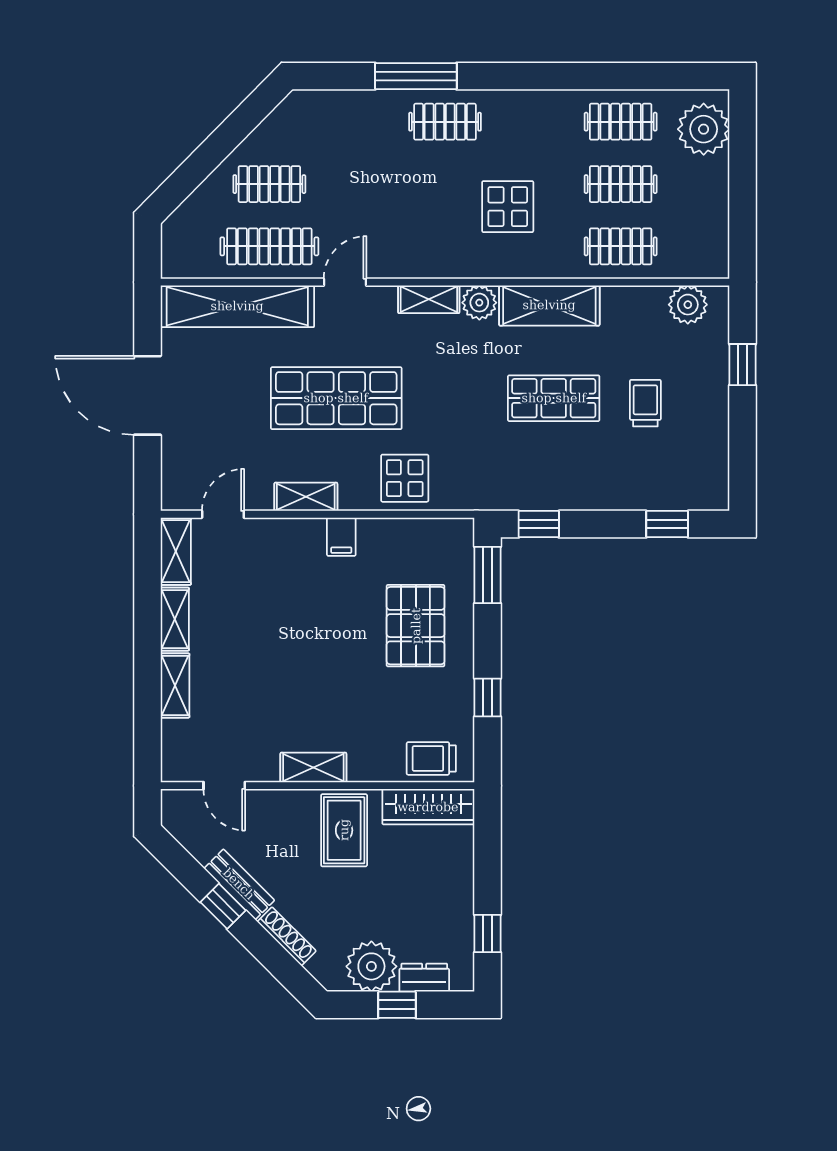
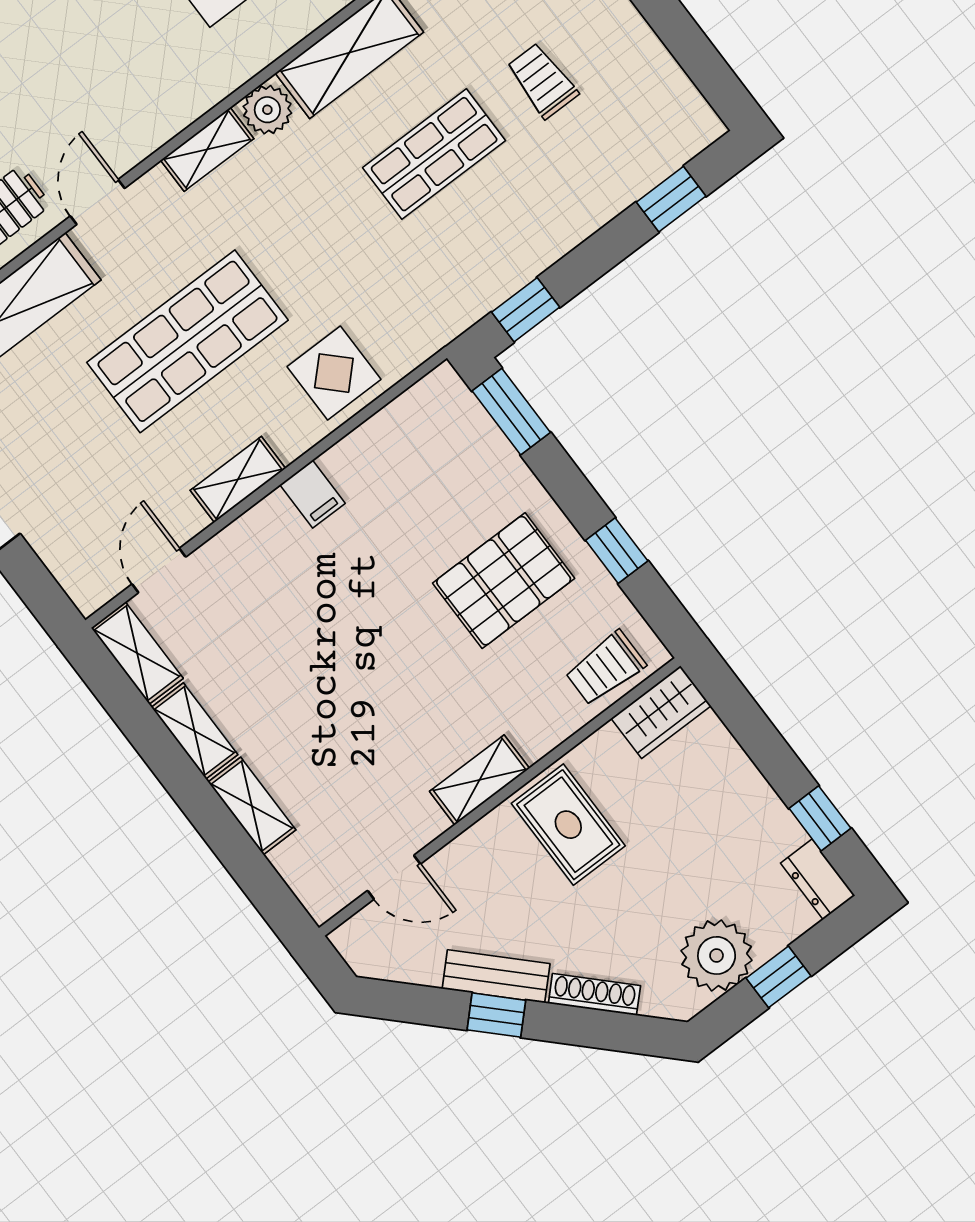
pallet: (416, 626) -> (504, 581), moved, turned 90
wardrobe: (428, 807) -> (661, 712), width x0.67
dresser: (424, 978) -> (818, 879), moved, turned -90

